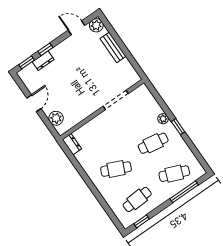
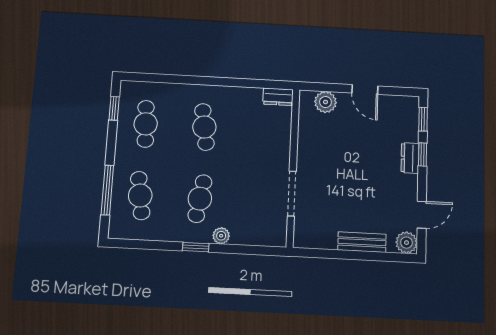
dresser: (43, 61) -> (410, 158), moved
cafe table: (116, 169) -> (204, 127), turned -33
cafe table: (174, 174) -> (140, 196), turned -30

